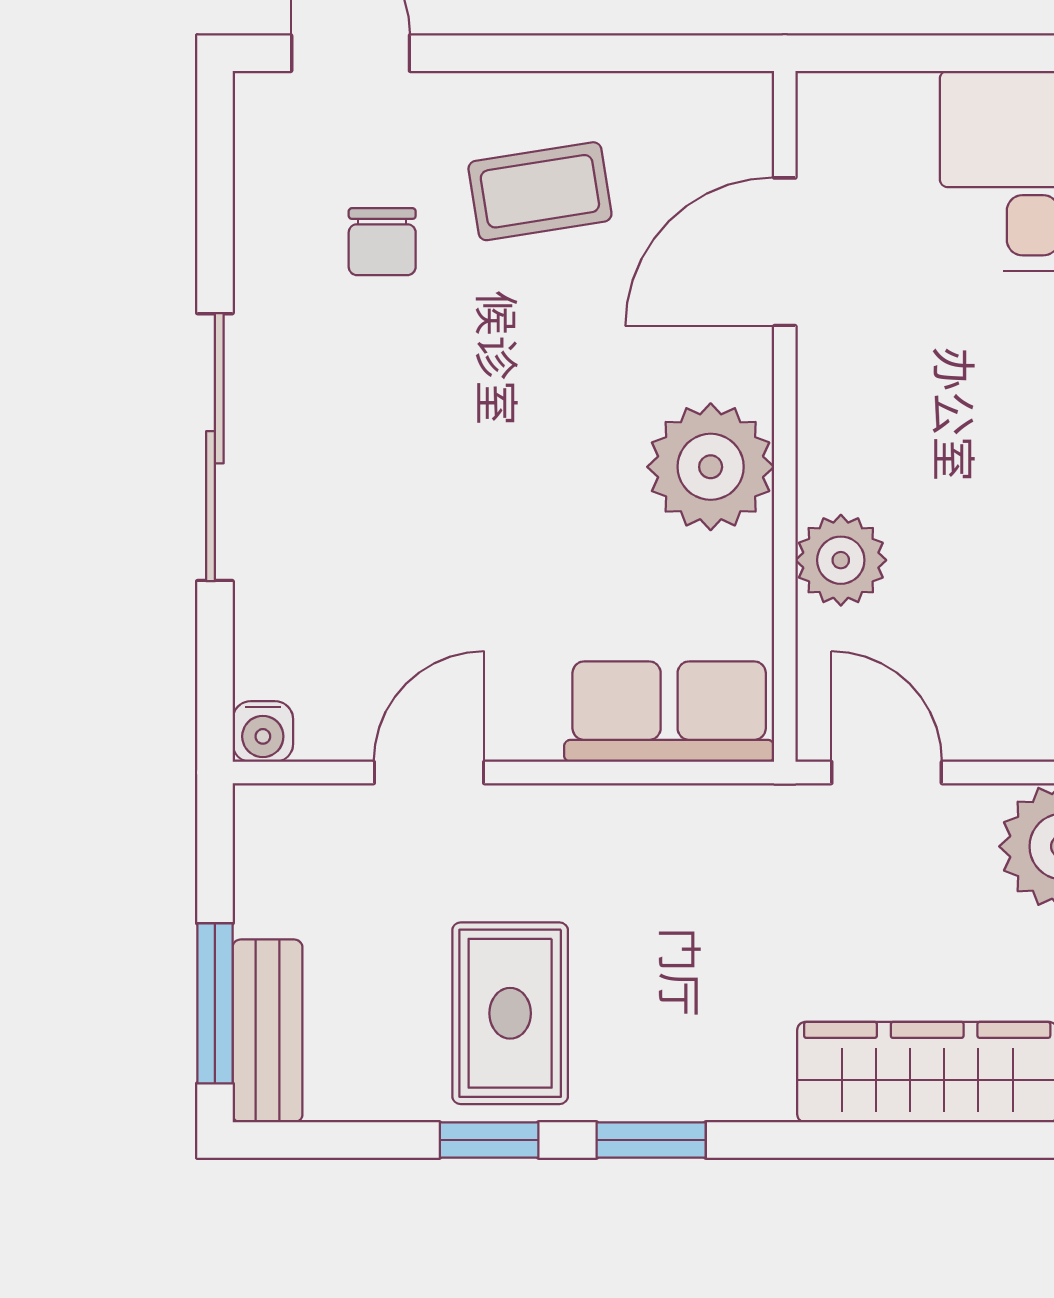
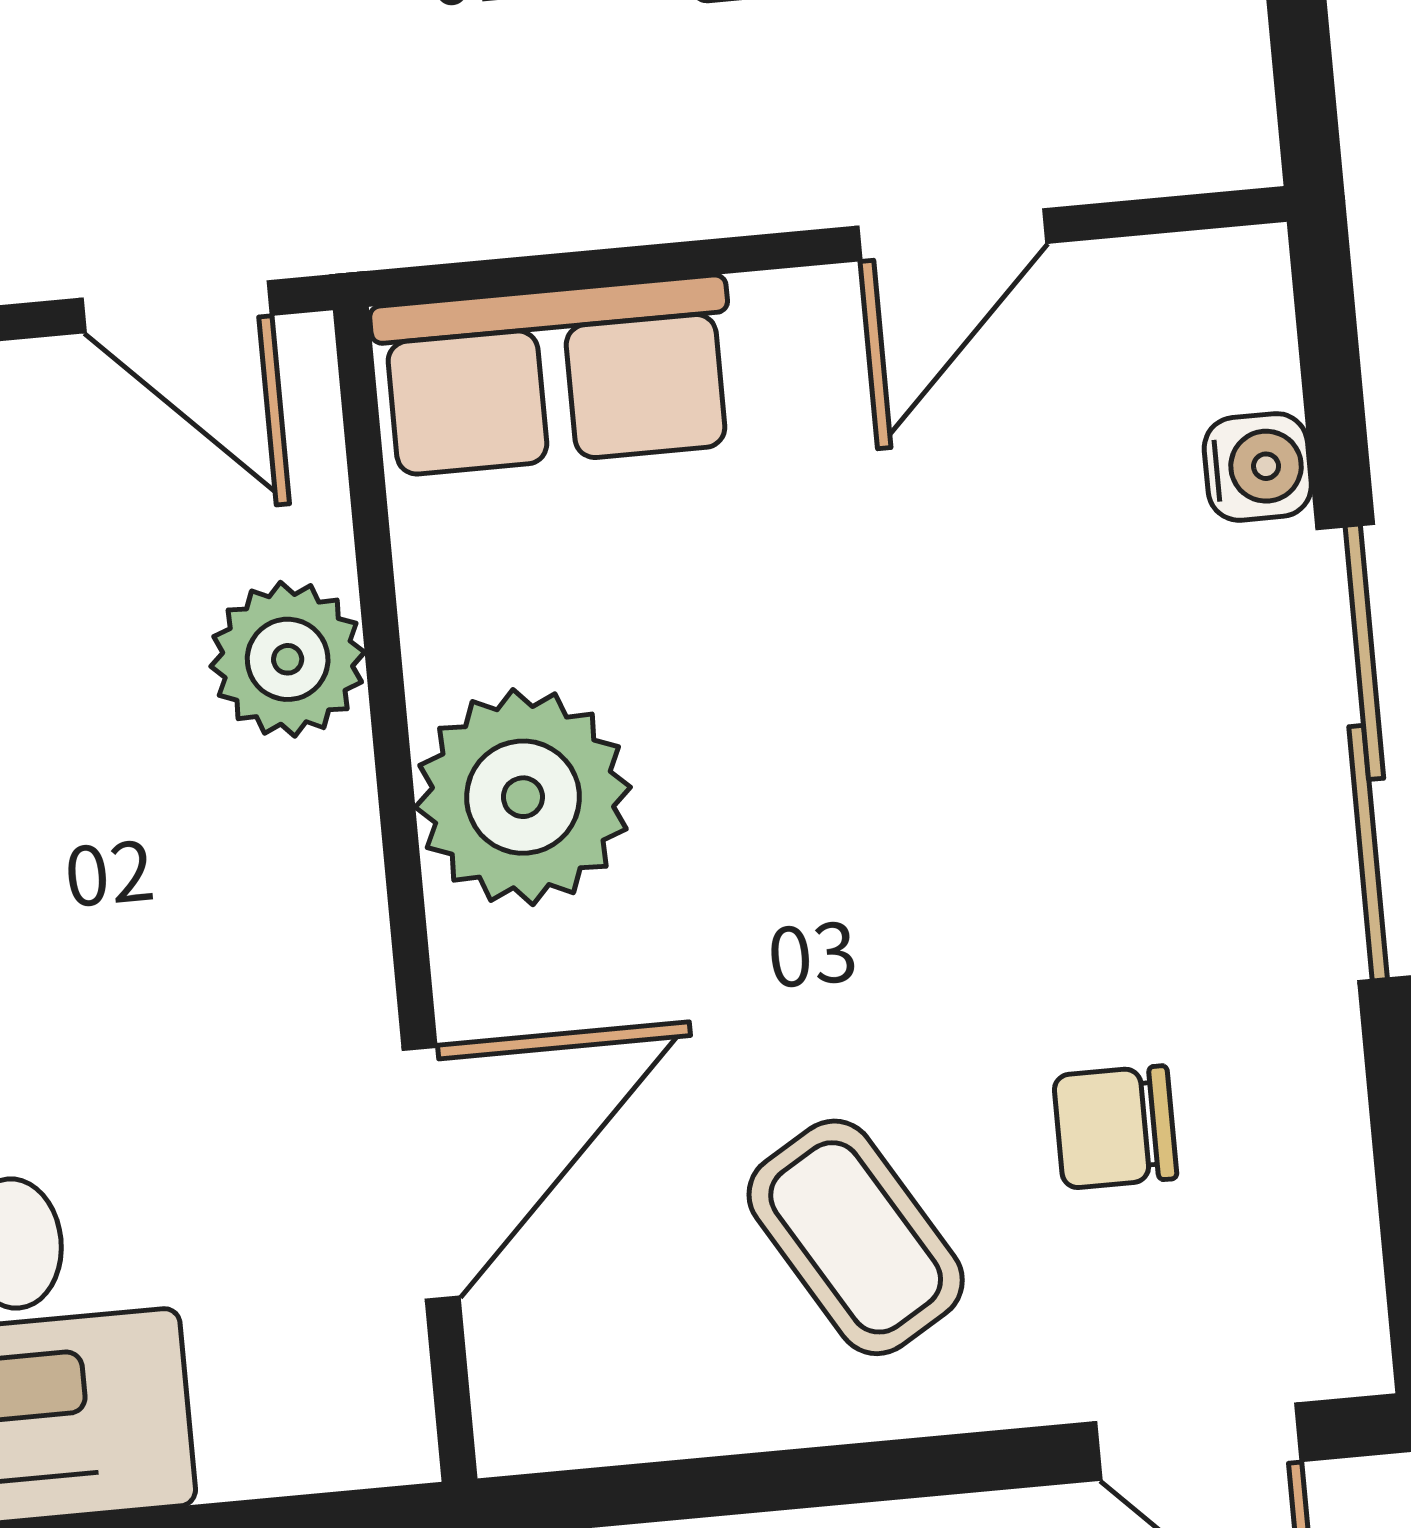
coffee table: (540, 191) -> (856, 1237), turned 68
chair: (382, 242) -> (1115, 1127), turned -90
water cooler: (263, 732) -> (1258, 467), moved, turned 90

